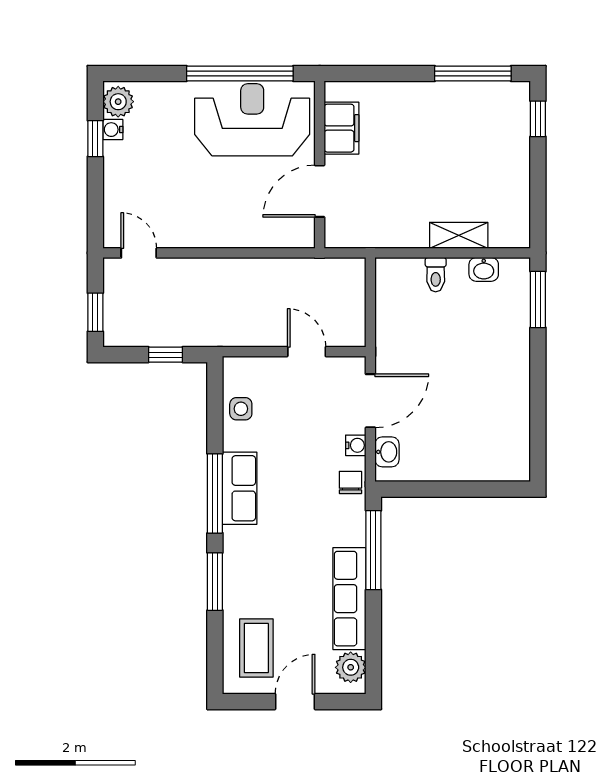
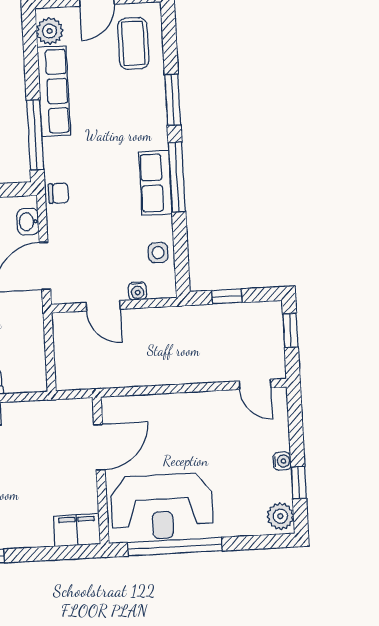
filing cabinet: (341, 128) -> (77, 530), moved, turned 90
water cooler: (113, 130) -> (282, 461), moved
water cooler: (356, 445) -> (137, 291), moved, turned -90
chair: (350, 482) -> (59, 193), turned -90

